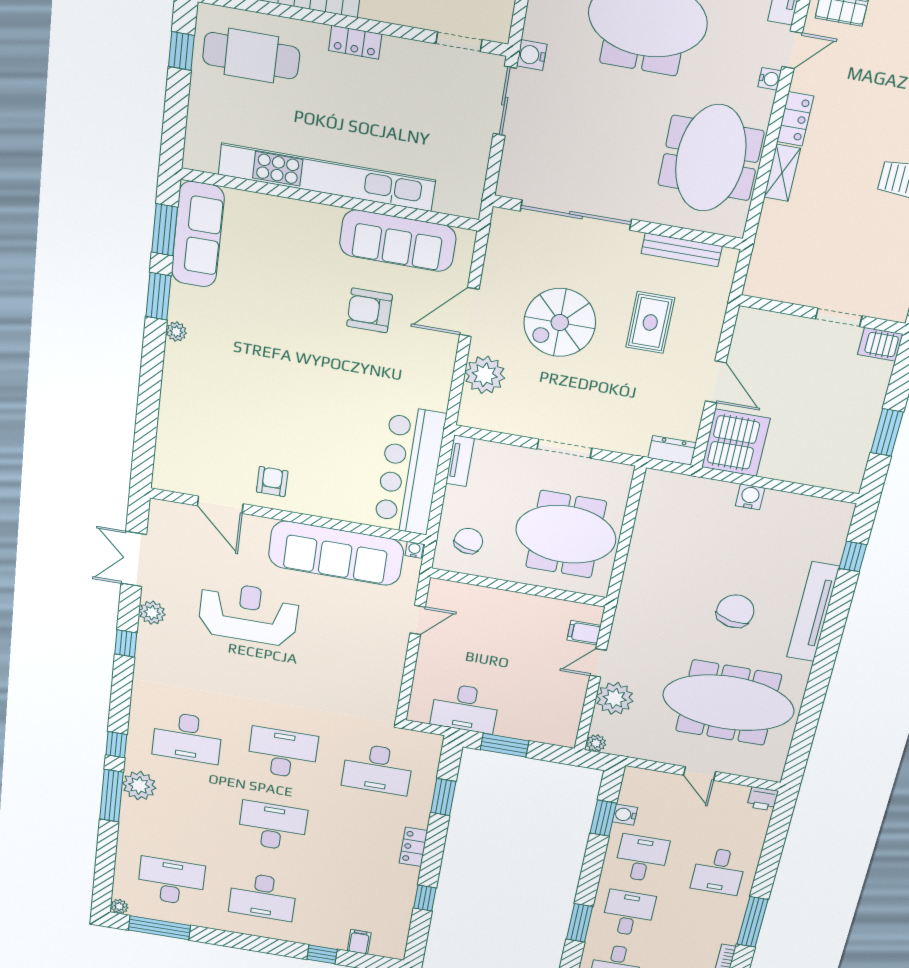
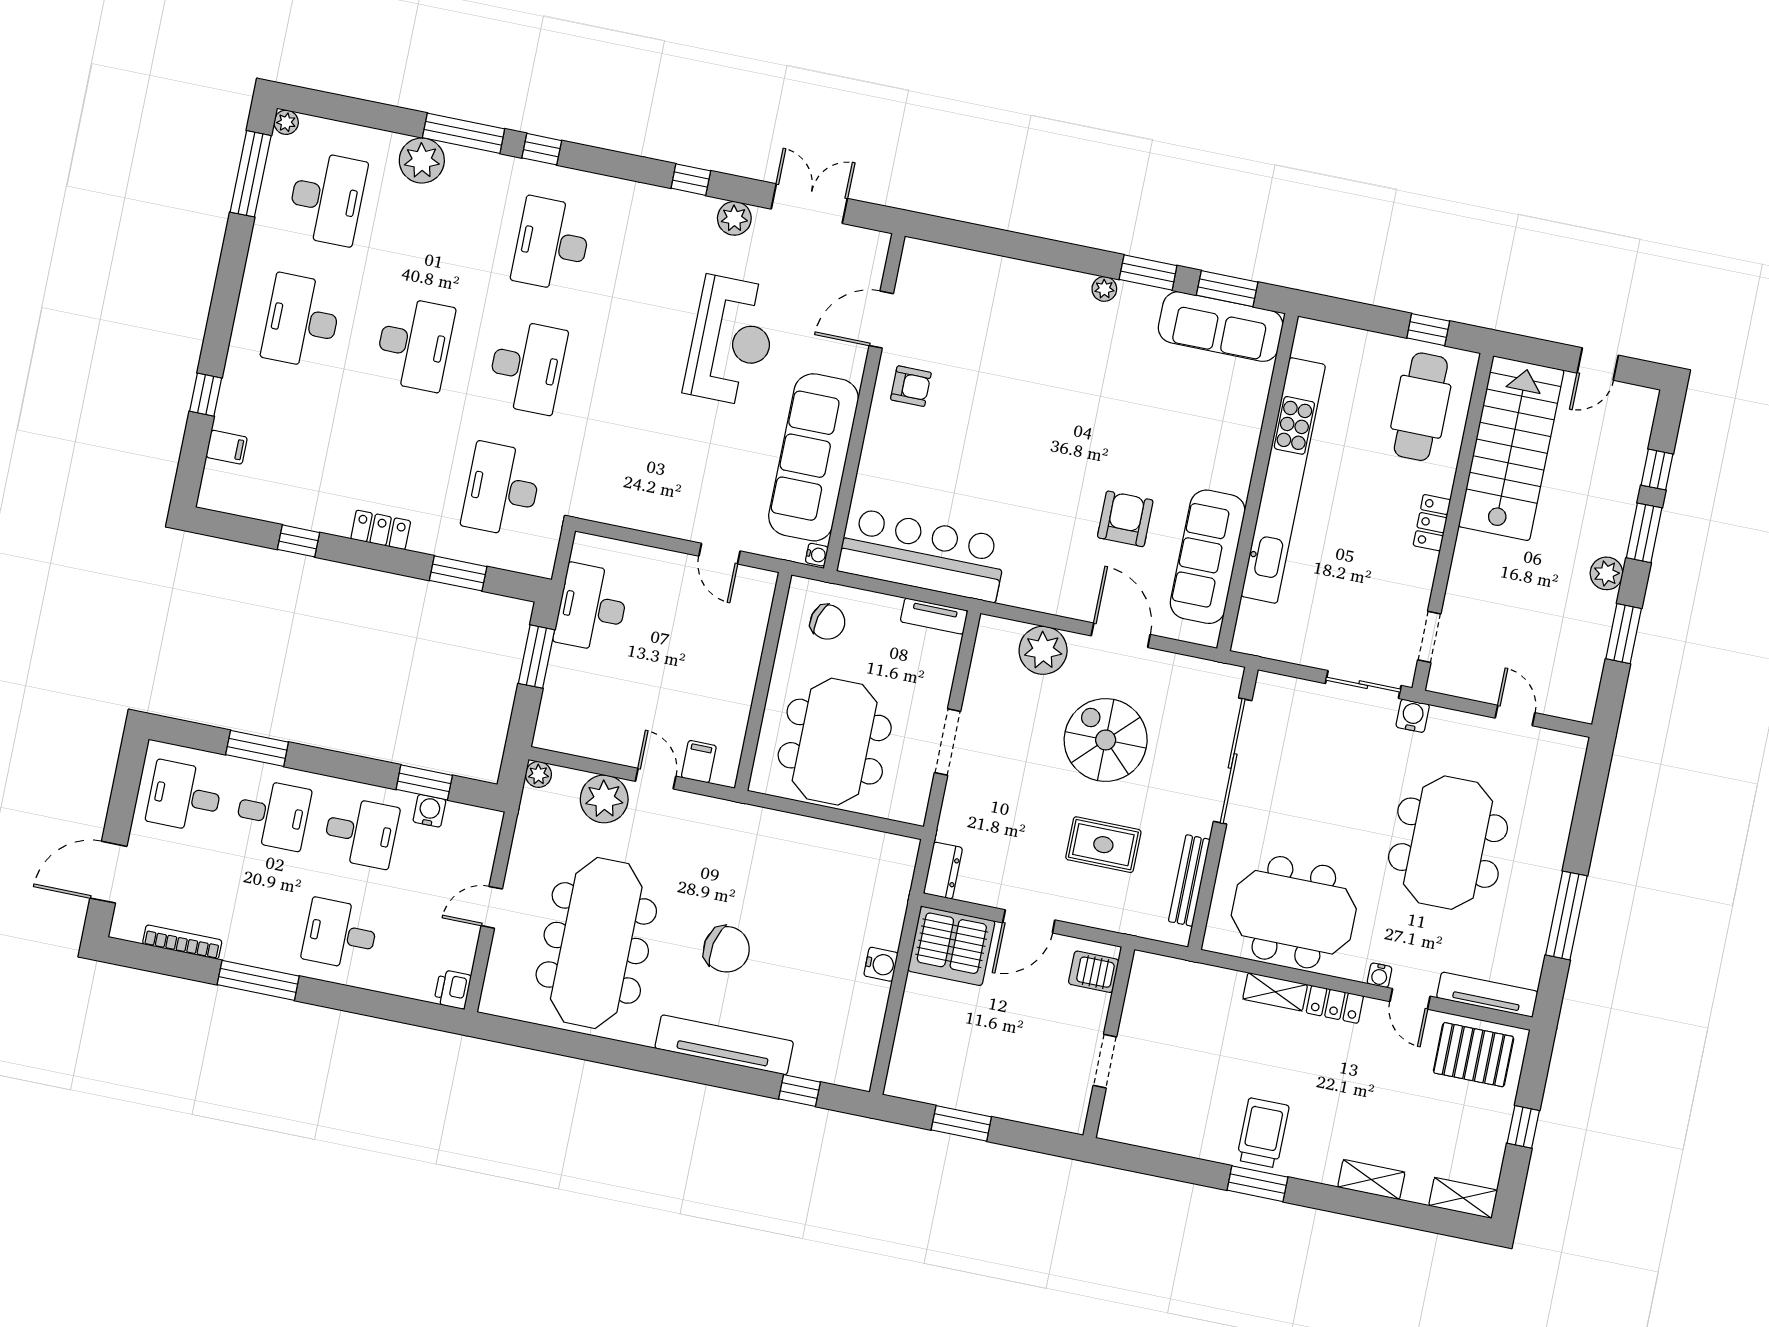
server rack: (880, 344) -> (1094, 972), moved, turned -90
plant: (139, 786) -> (422, 160), moved

